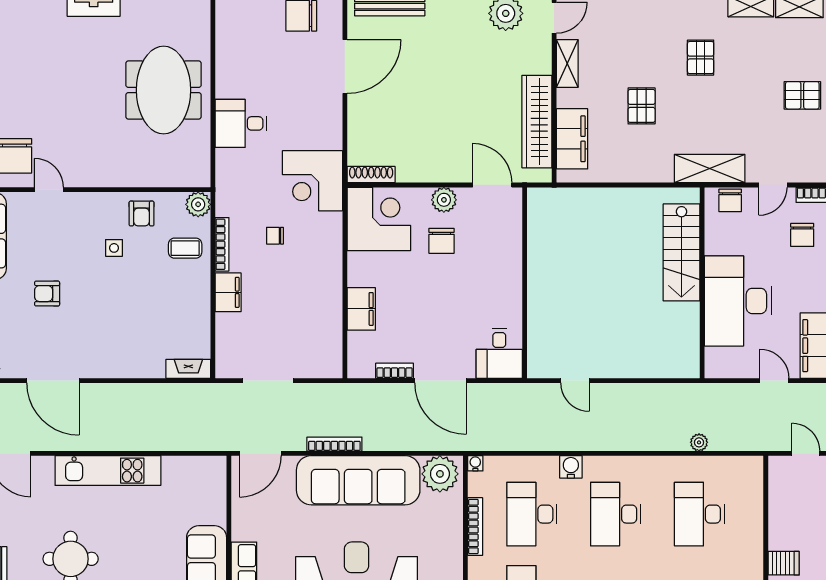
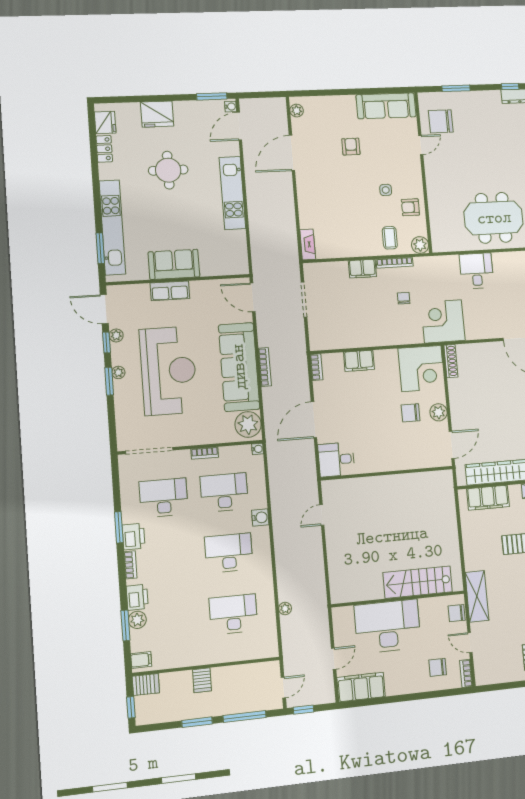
bookcase: (395, 371) -> (316, 367), moved
bookcase: (334, 444) -> (265, 367), moved
bookcase: (475, 527) -> (205, 453), width x0.64

